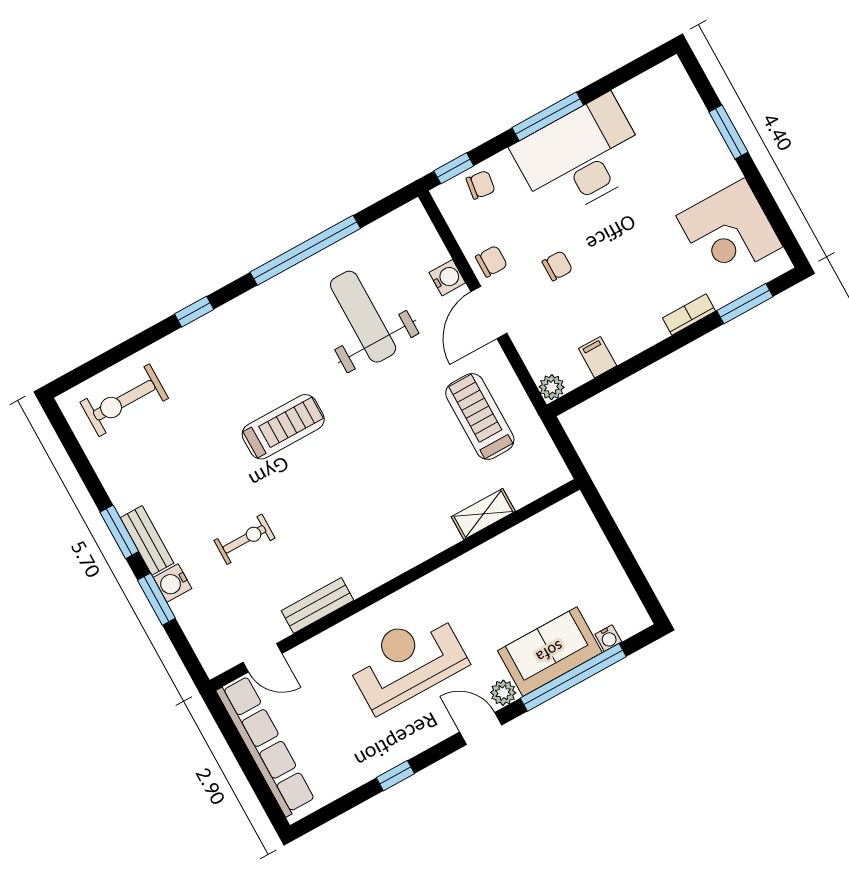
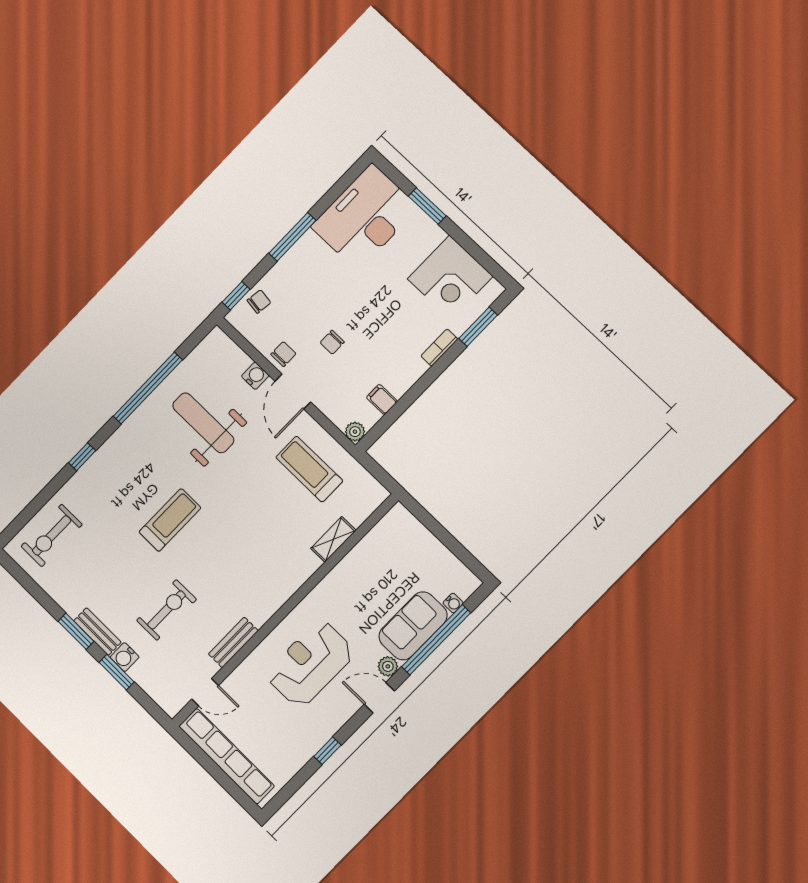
desk: (581, 157) -> (365, 217), moved
chair: (557, 266) -> (332, 342), turned 180
exercise bike: (244, 539) -> (167, 610), width x1.38, depth x1.39

